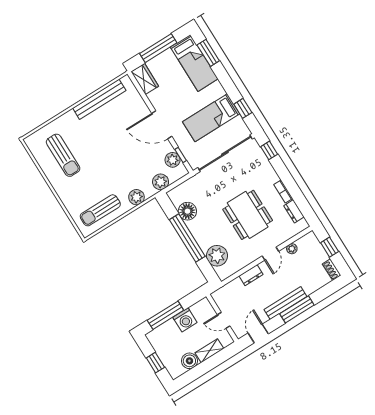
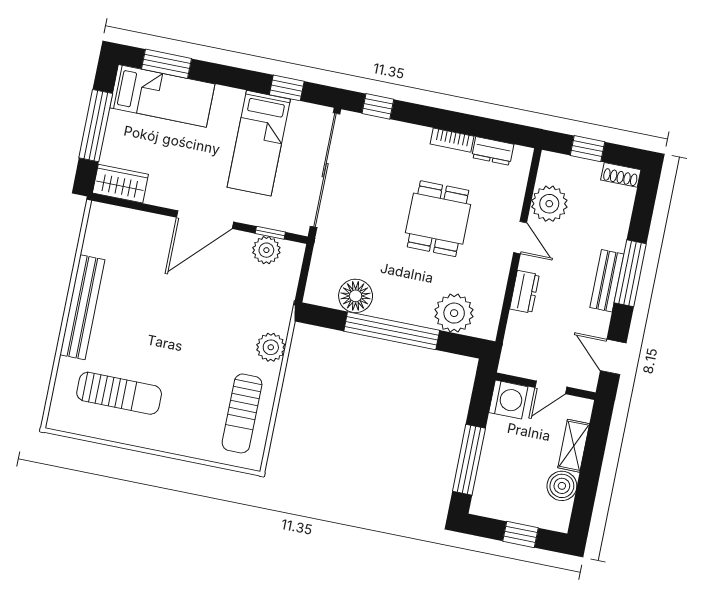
bench: (99, 99) -> (82, 307), moved
plant: (161, 182) -> (281, 295), removed
dining table: (248, 215) -> (438, 219), width x0.73
plant: (292, 249) -> (549, 204), width x1.87, depth x1.87
bench: (285, 303) -> (607, 281), width x0.73
washing machine: (185, 320) -> (508, 400), moved

